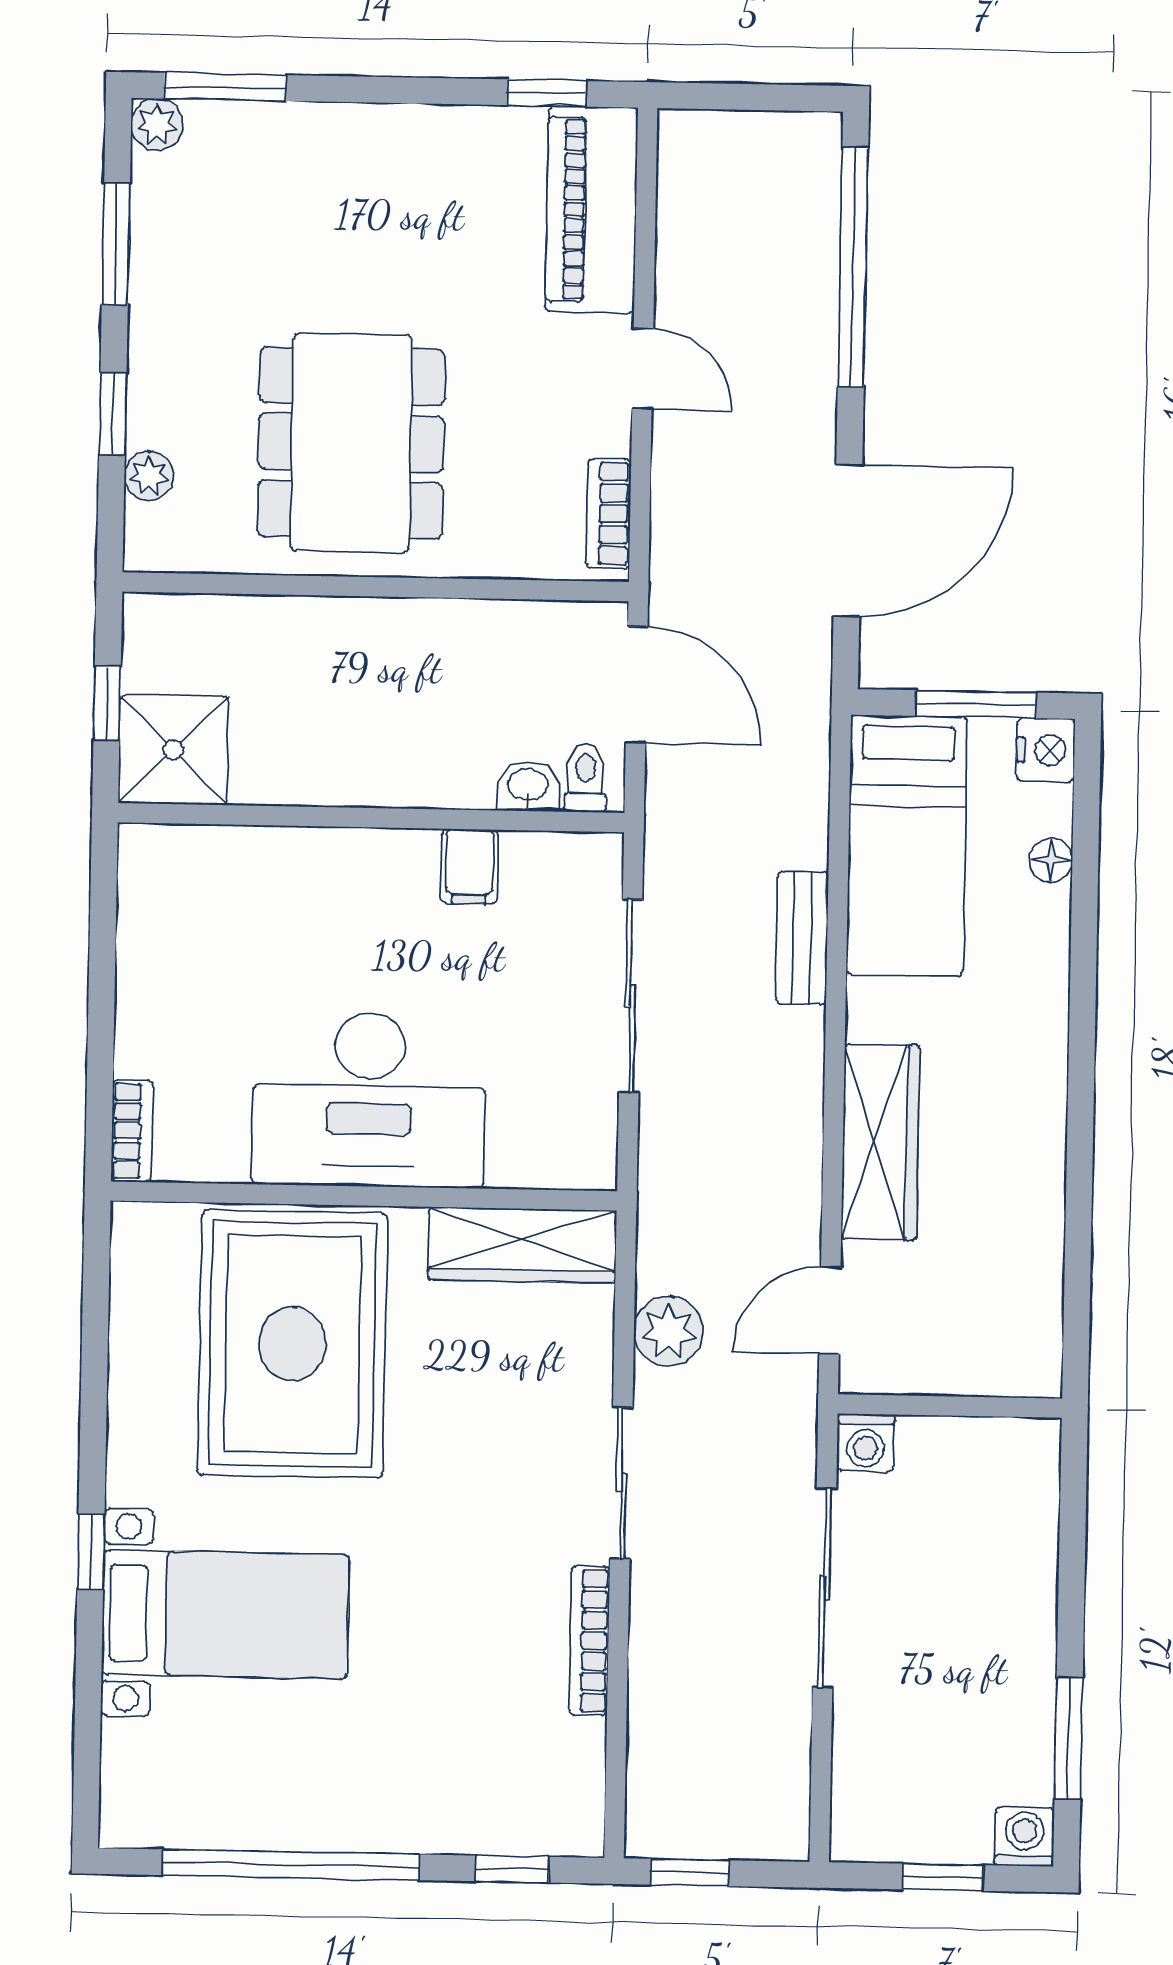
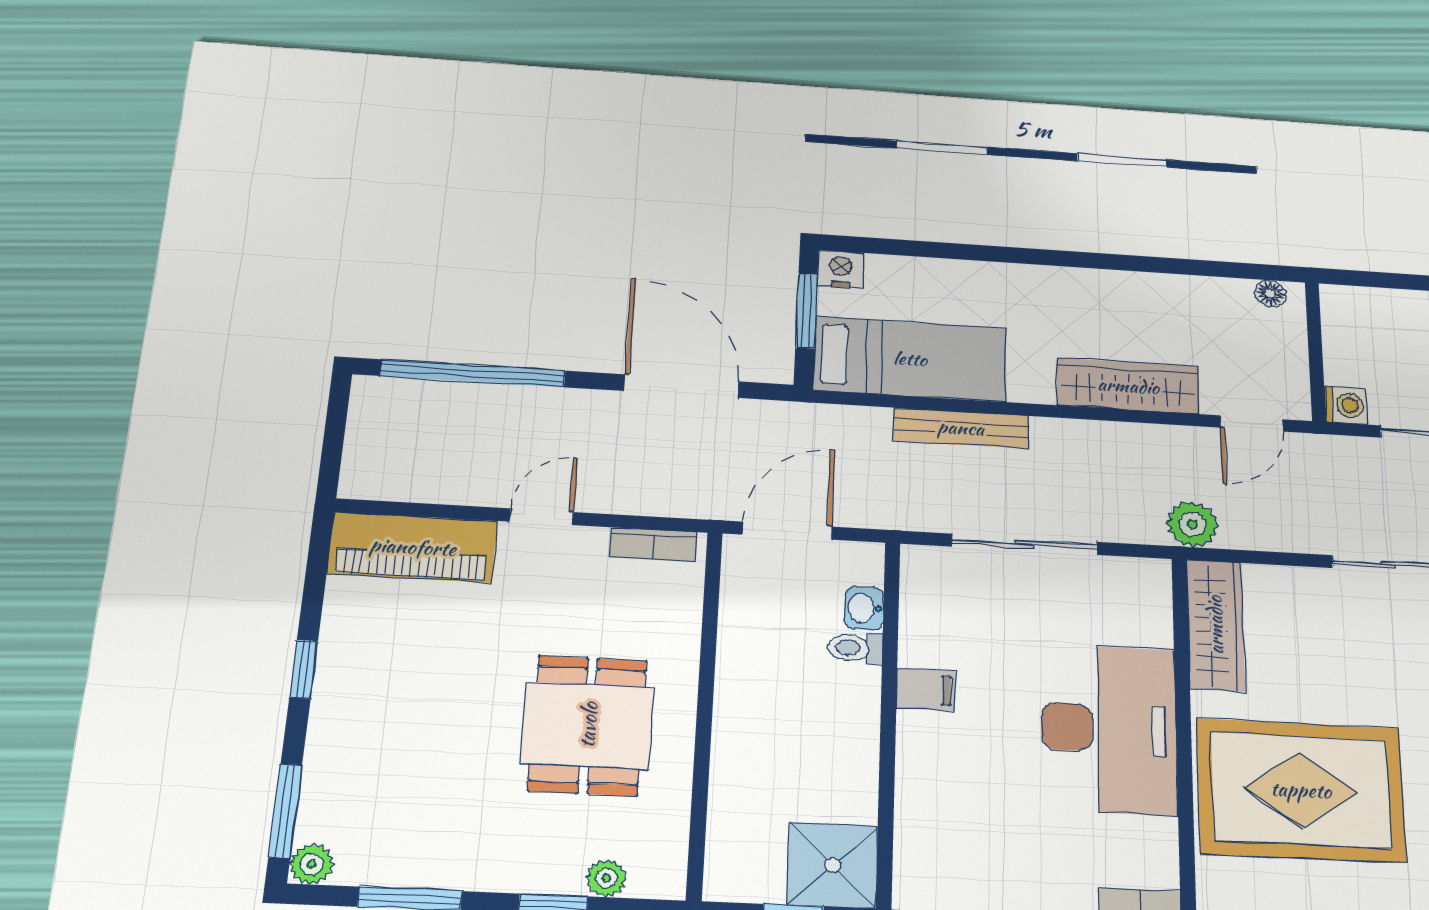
window: (547, 93) -> (304, 669), moved
dining table: (351, 443) -> (588, 725), width x0.73
toilet: (585, 778) -> (855, 648), moved
floor lamp: (1051, 860) -> (1270, 293), moved
filing cabinet: (469, 867) -> (926, 690), moved
bench: (802, 938) -> (961, 428), width x1.36
door: (830, 1310) -> (1252, 423), hinge flipped
plant: (669, 1331) -> (1192, 524), moved

